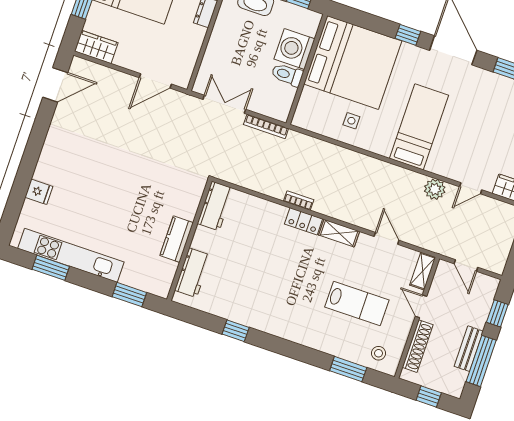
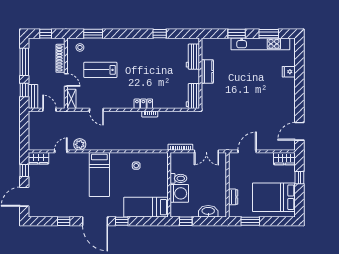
bed: (353, 62) -> (146, 207), width x0.49
shelving: (339, 233) -> (122, 104), removed
window: (129, 295) -> (237, 34), moved
bench: (469, 349) -> (33, 96), moved

